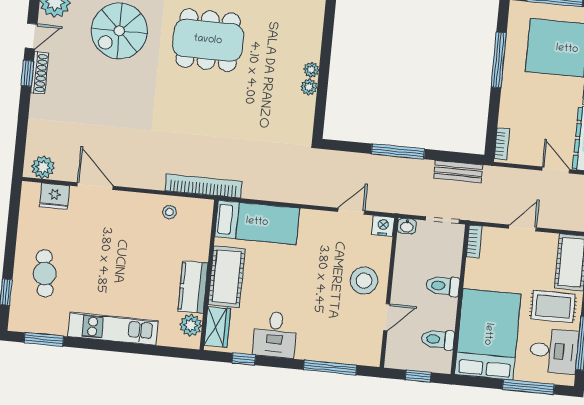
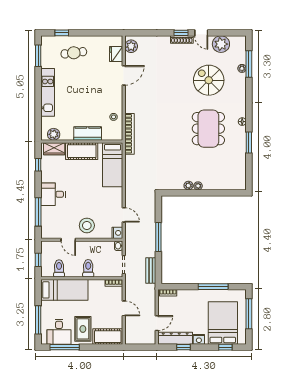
kitchen counter: (193, 287) -> (88, 134), moved
desk: (275, 334) -> (53, 194), moved
bed: (488, 334) -> (64, 290), width x0.67

